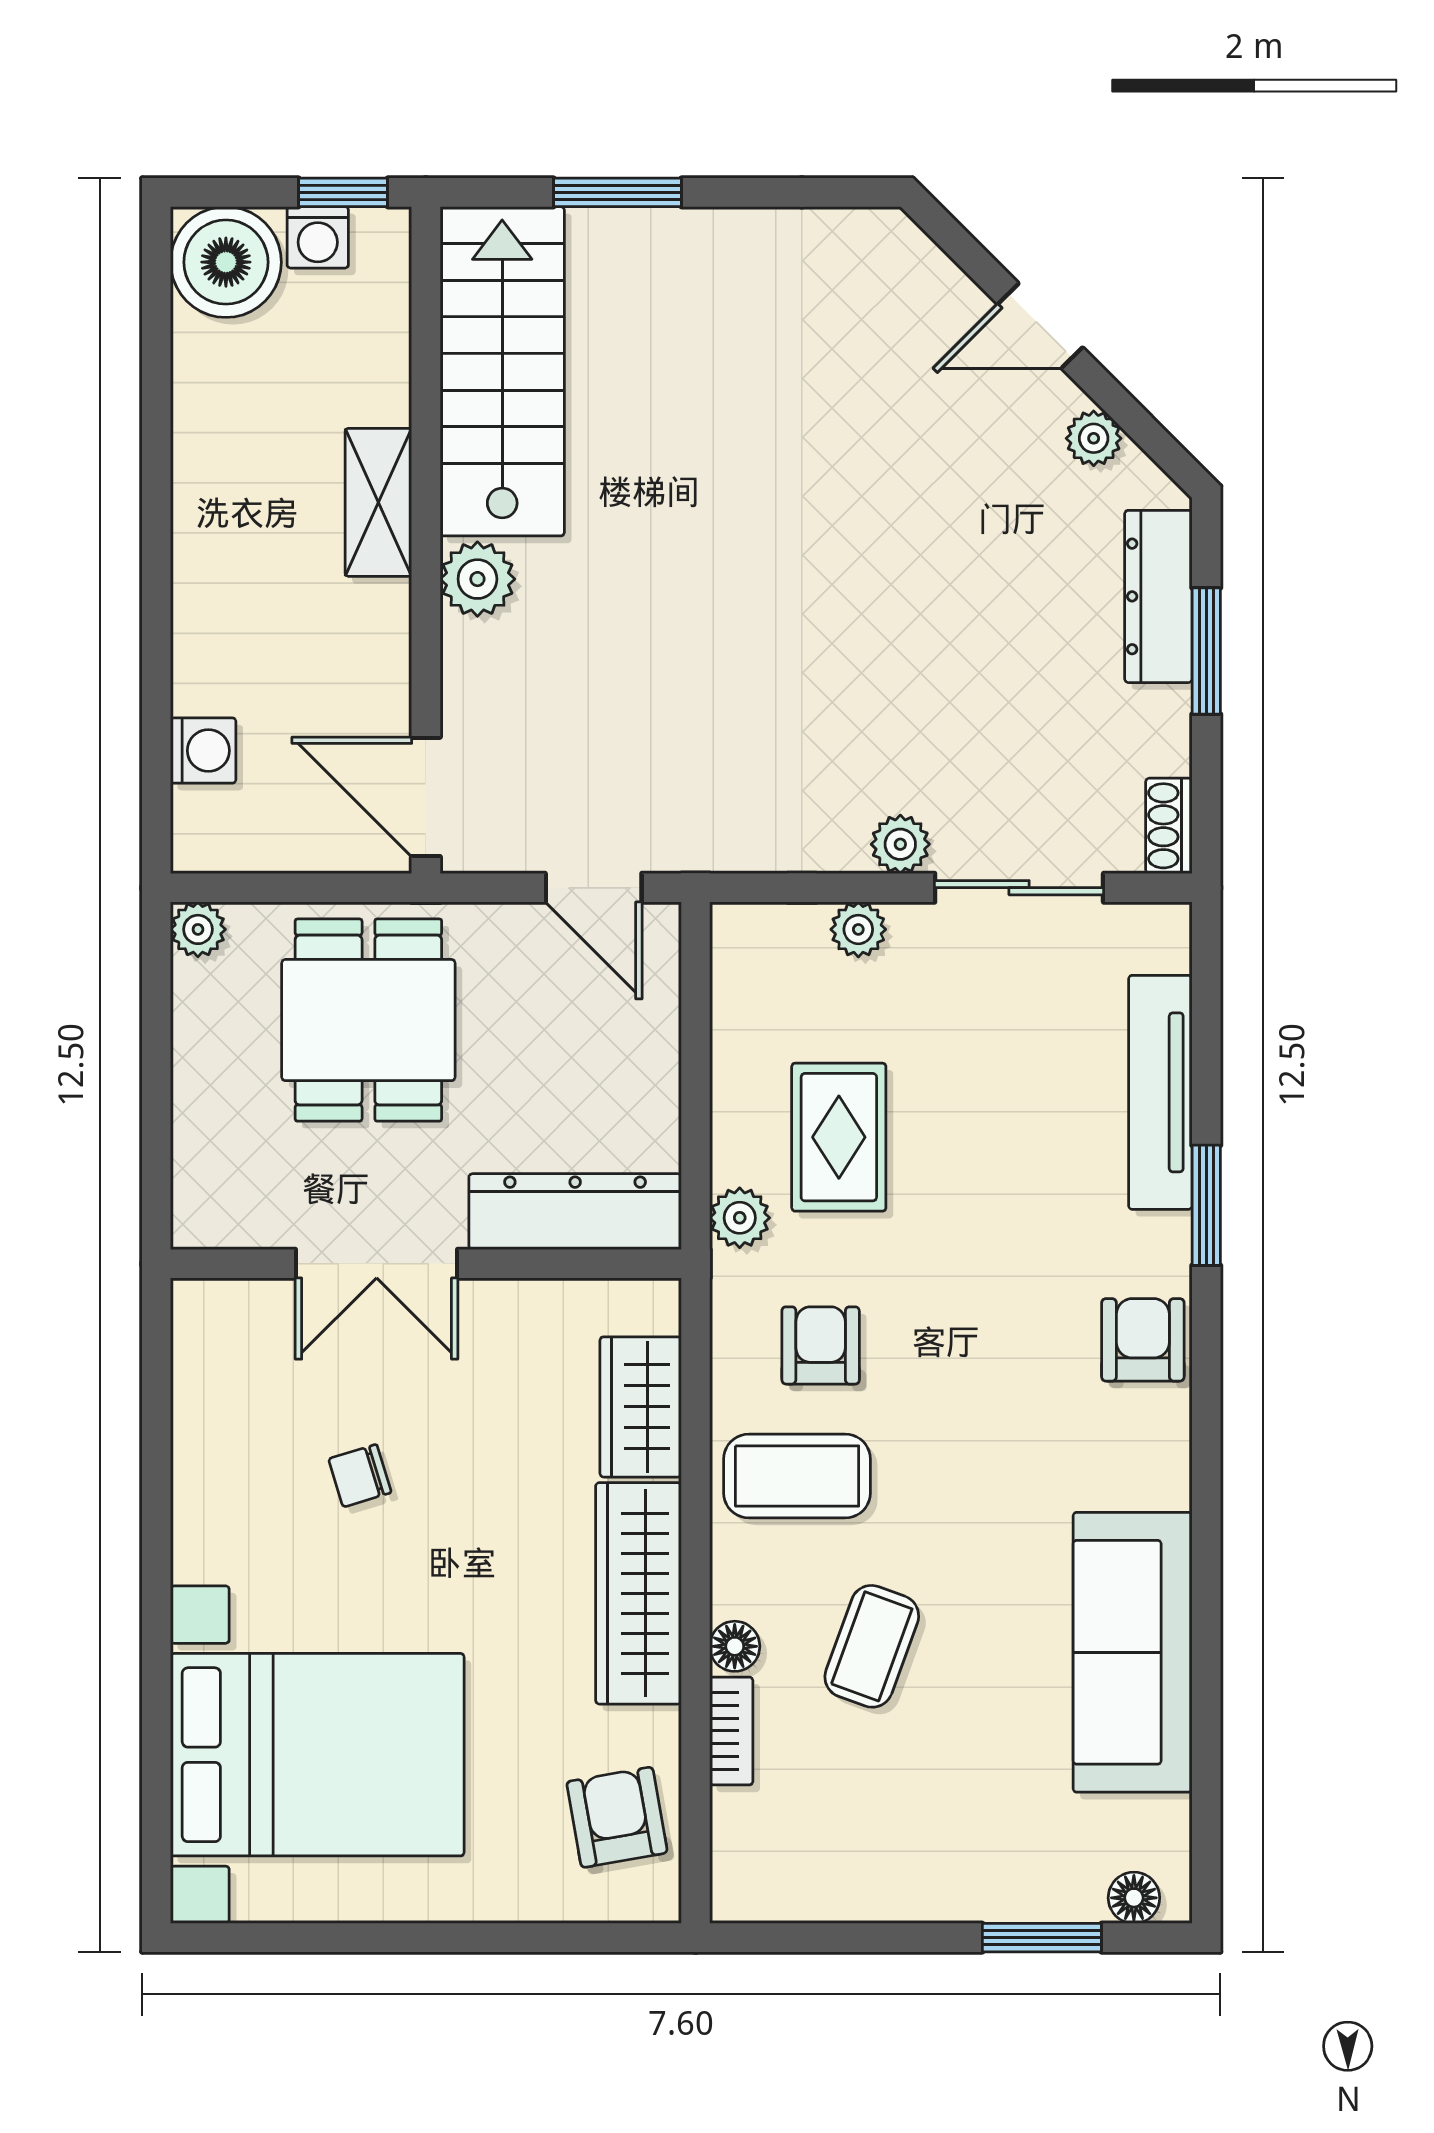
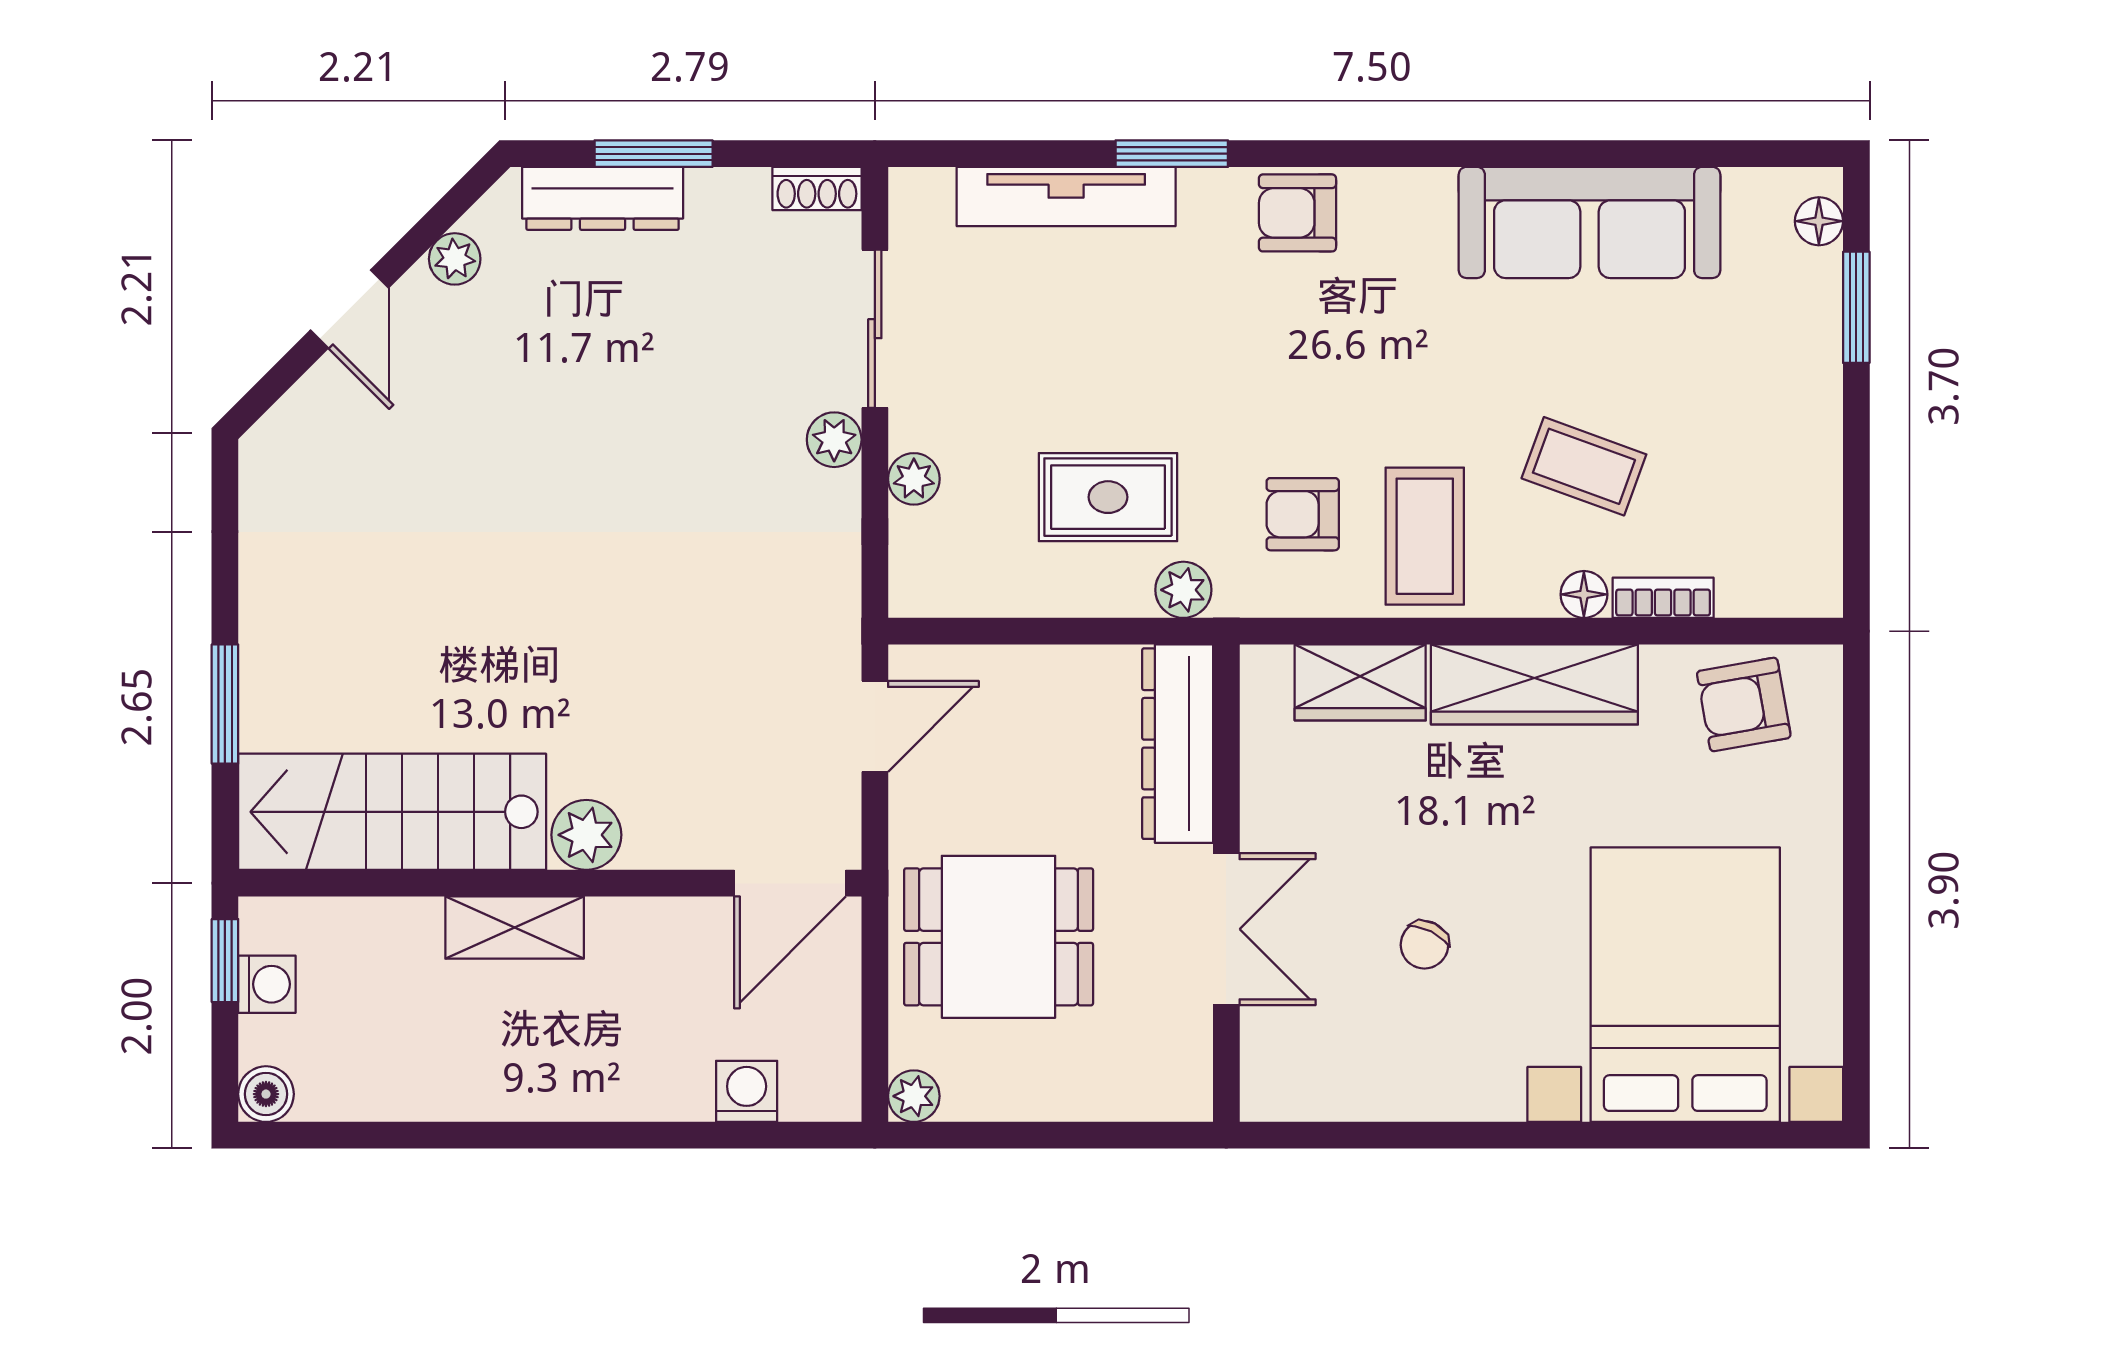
boiler: (226, 262) -> (266, 1094), width x0.54, depth x0.54
chair: (360, 1476) -> (1424, 945), turned 44

